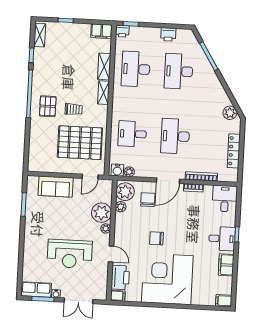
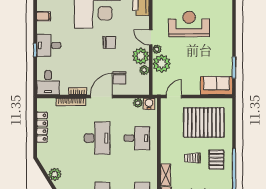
plant: (230, 113) -> (55, 174), moved
pallet: (80, 143) -> (204, 122), moved
sofa: (56, 187) -> (216, 86), moved
plant: (125, 192) -> (141, 56), moved
door: (111, 254) -> (151, 37), moved
filing cabinet: (226, 265) -> (44, 16), width x0.50

